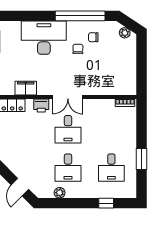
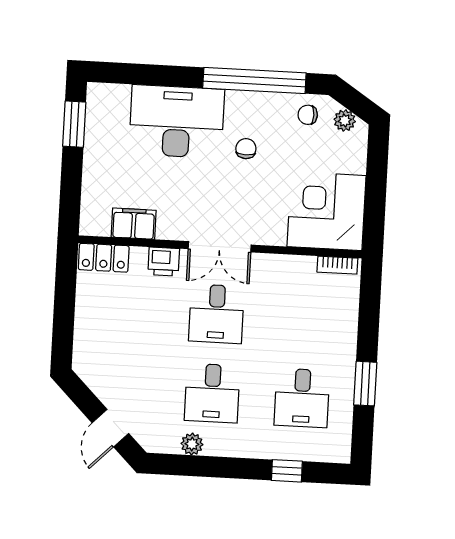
chair: (93, 37) -> (308, 115), moved
corner desk: (118, 77) -> (327, 211), added

